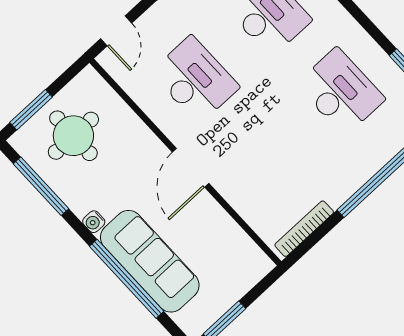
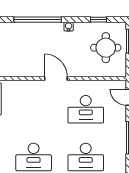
window: (41, 186) -> (99, 20), width x0.46
sofa: (150, 261) -> (36, 33), removed

